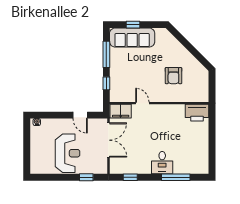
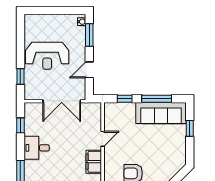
sofa: (132, 38) -> (161, 113), moved, turned -90
filing cabinet: (121, 111) -> (94, 162), moved
window: (49, 115) -> (89, 35), added
desk: (162, 163) -> (37, 148), moved

